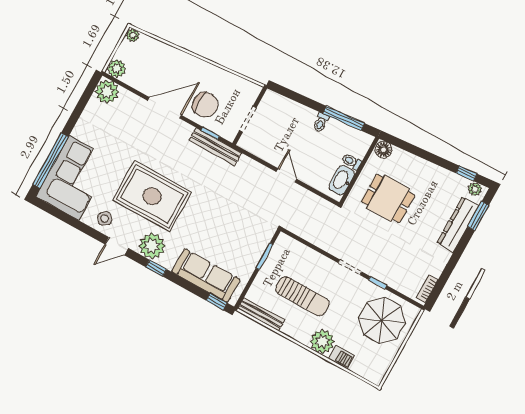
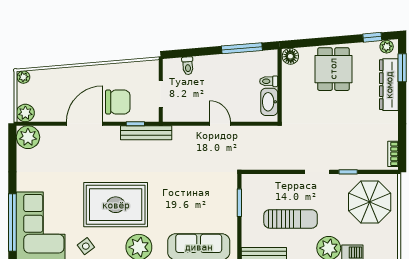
toilet: (321, 123) -> (188, 66), moved
dining table: (388, 198) -> (333, 69), moved, turned 90

